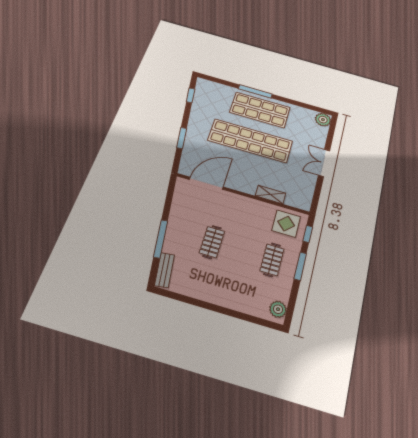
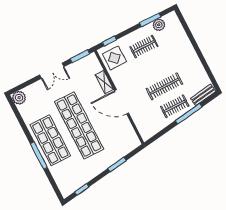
door: (206, 183) -> (122, 102), moved
window: (316, 196) -> (80, 56), added
clothes rail: (182, 233) -> (175, 106), added
clothes rail: (212, 242) -> (164, 86), width x1.36
window: (300, 266) -> (150, 20), moved
plant: (278, 309) -> (159, 25), moved

